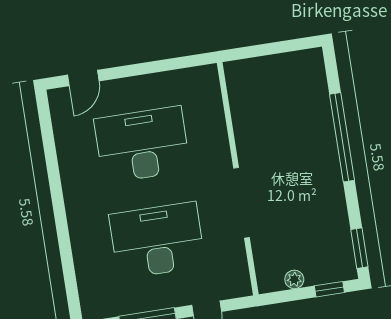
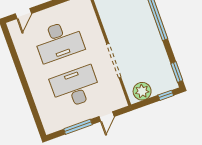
desk: (142, 145) -> (59, 41), turned 180
plant: (294, 279) -> (142, 91), width x1.88, depth x1.88

